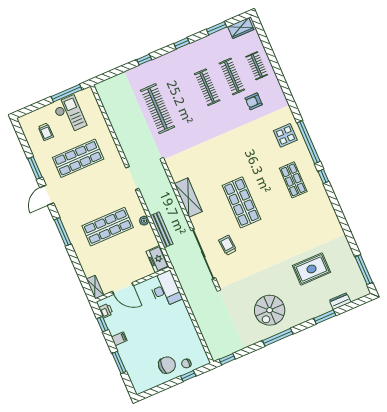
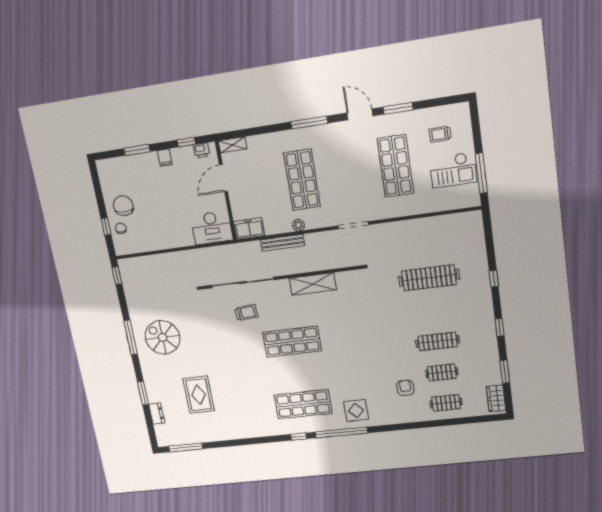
clothes rail: (232, 76) -> (442, 372), width x0.73
shop shelf: (293, 180) -> (303, 404), width x1.43, depth x1.36
chair: (167, 365) -> (123, 206), turned 180

